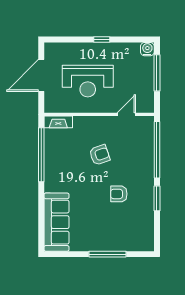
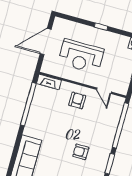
door: (126, 114) -> (104, 91), swing flipped
armchair: (100, 155) -> (77, 100), moved, turned -71

